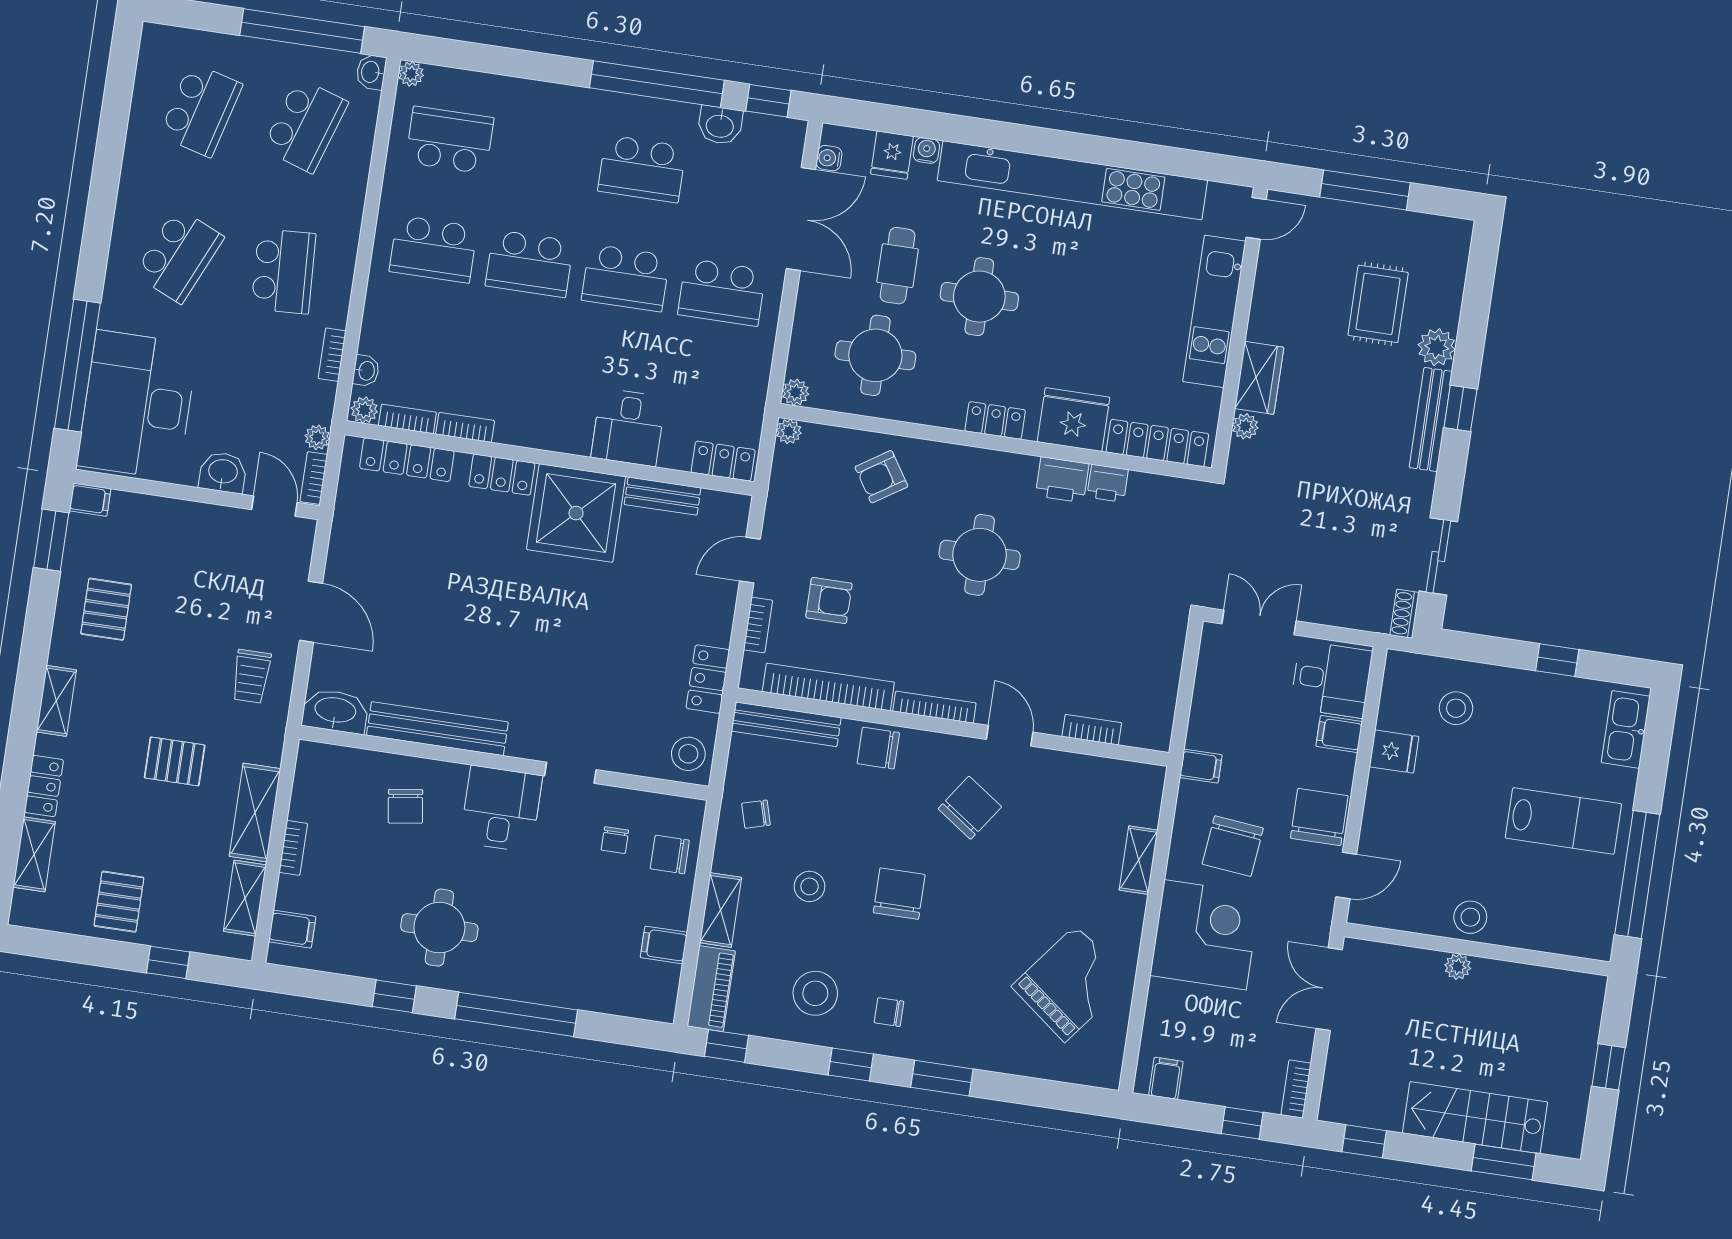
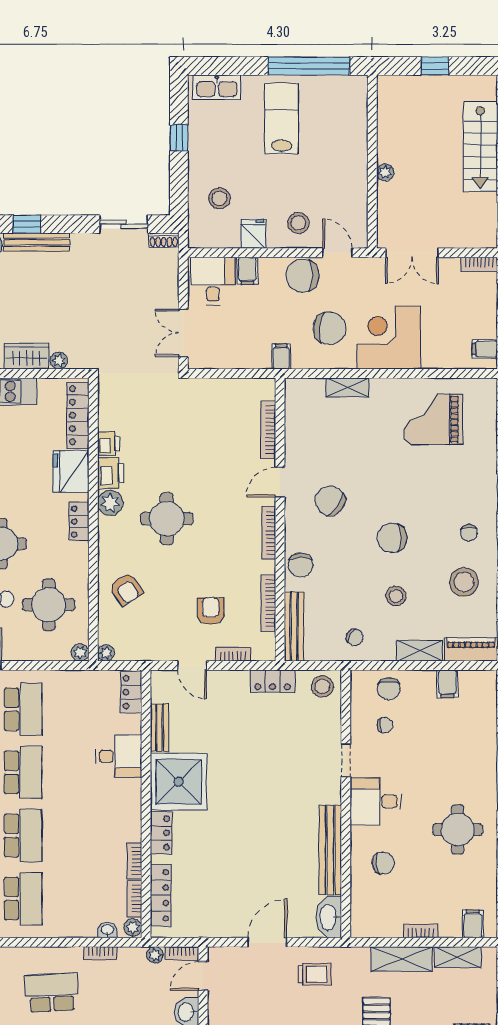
plant: (1016, 472) -> (110, 503), added
bookcase: (828, 687) -> (268, 603), width x0.68, depth x0.76
bookcase: (1092, 730) -> (268, 430), width x1.56
chair: (756, 814) -> (355, 637), turned -42
stool: (1470, 917) -> (298, 223), moved
grand piano: (1070, 984) -> (433, 419), turned -38

